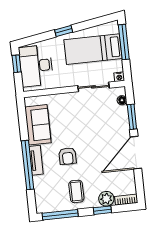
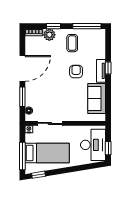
window: (64, 31) -> (39, 175), moved
window: (28, 165) -> (108, 68), width x0.32

